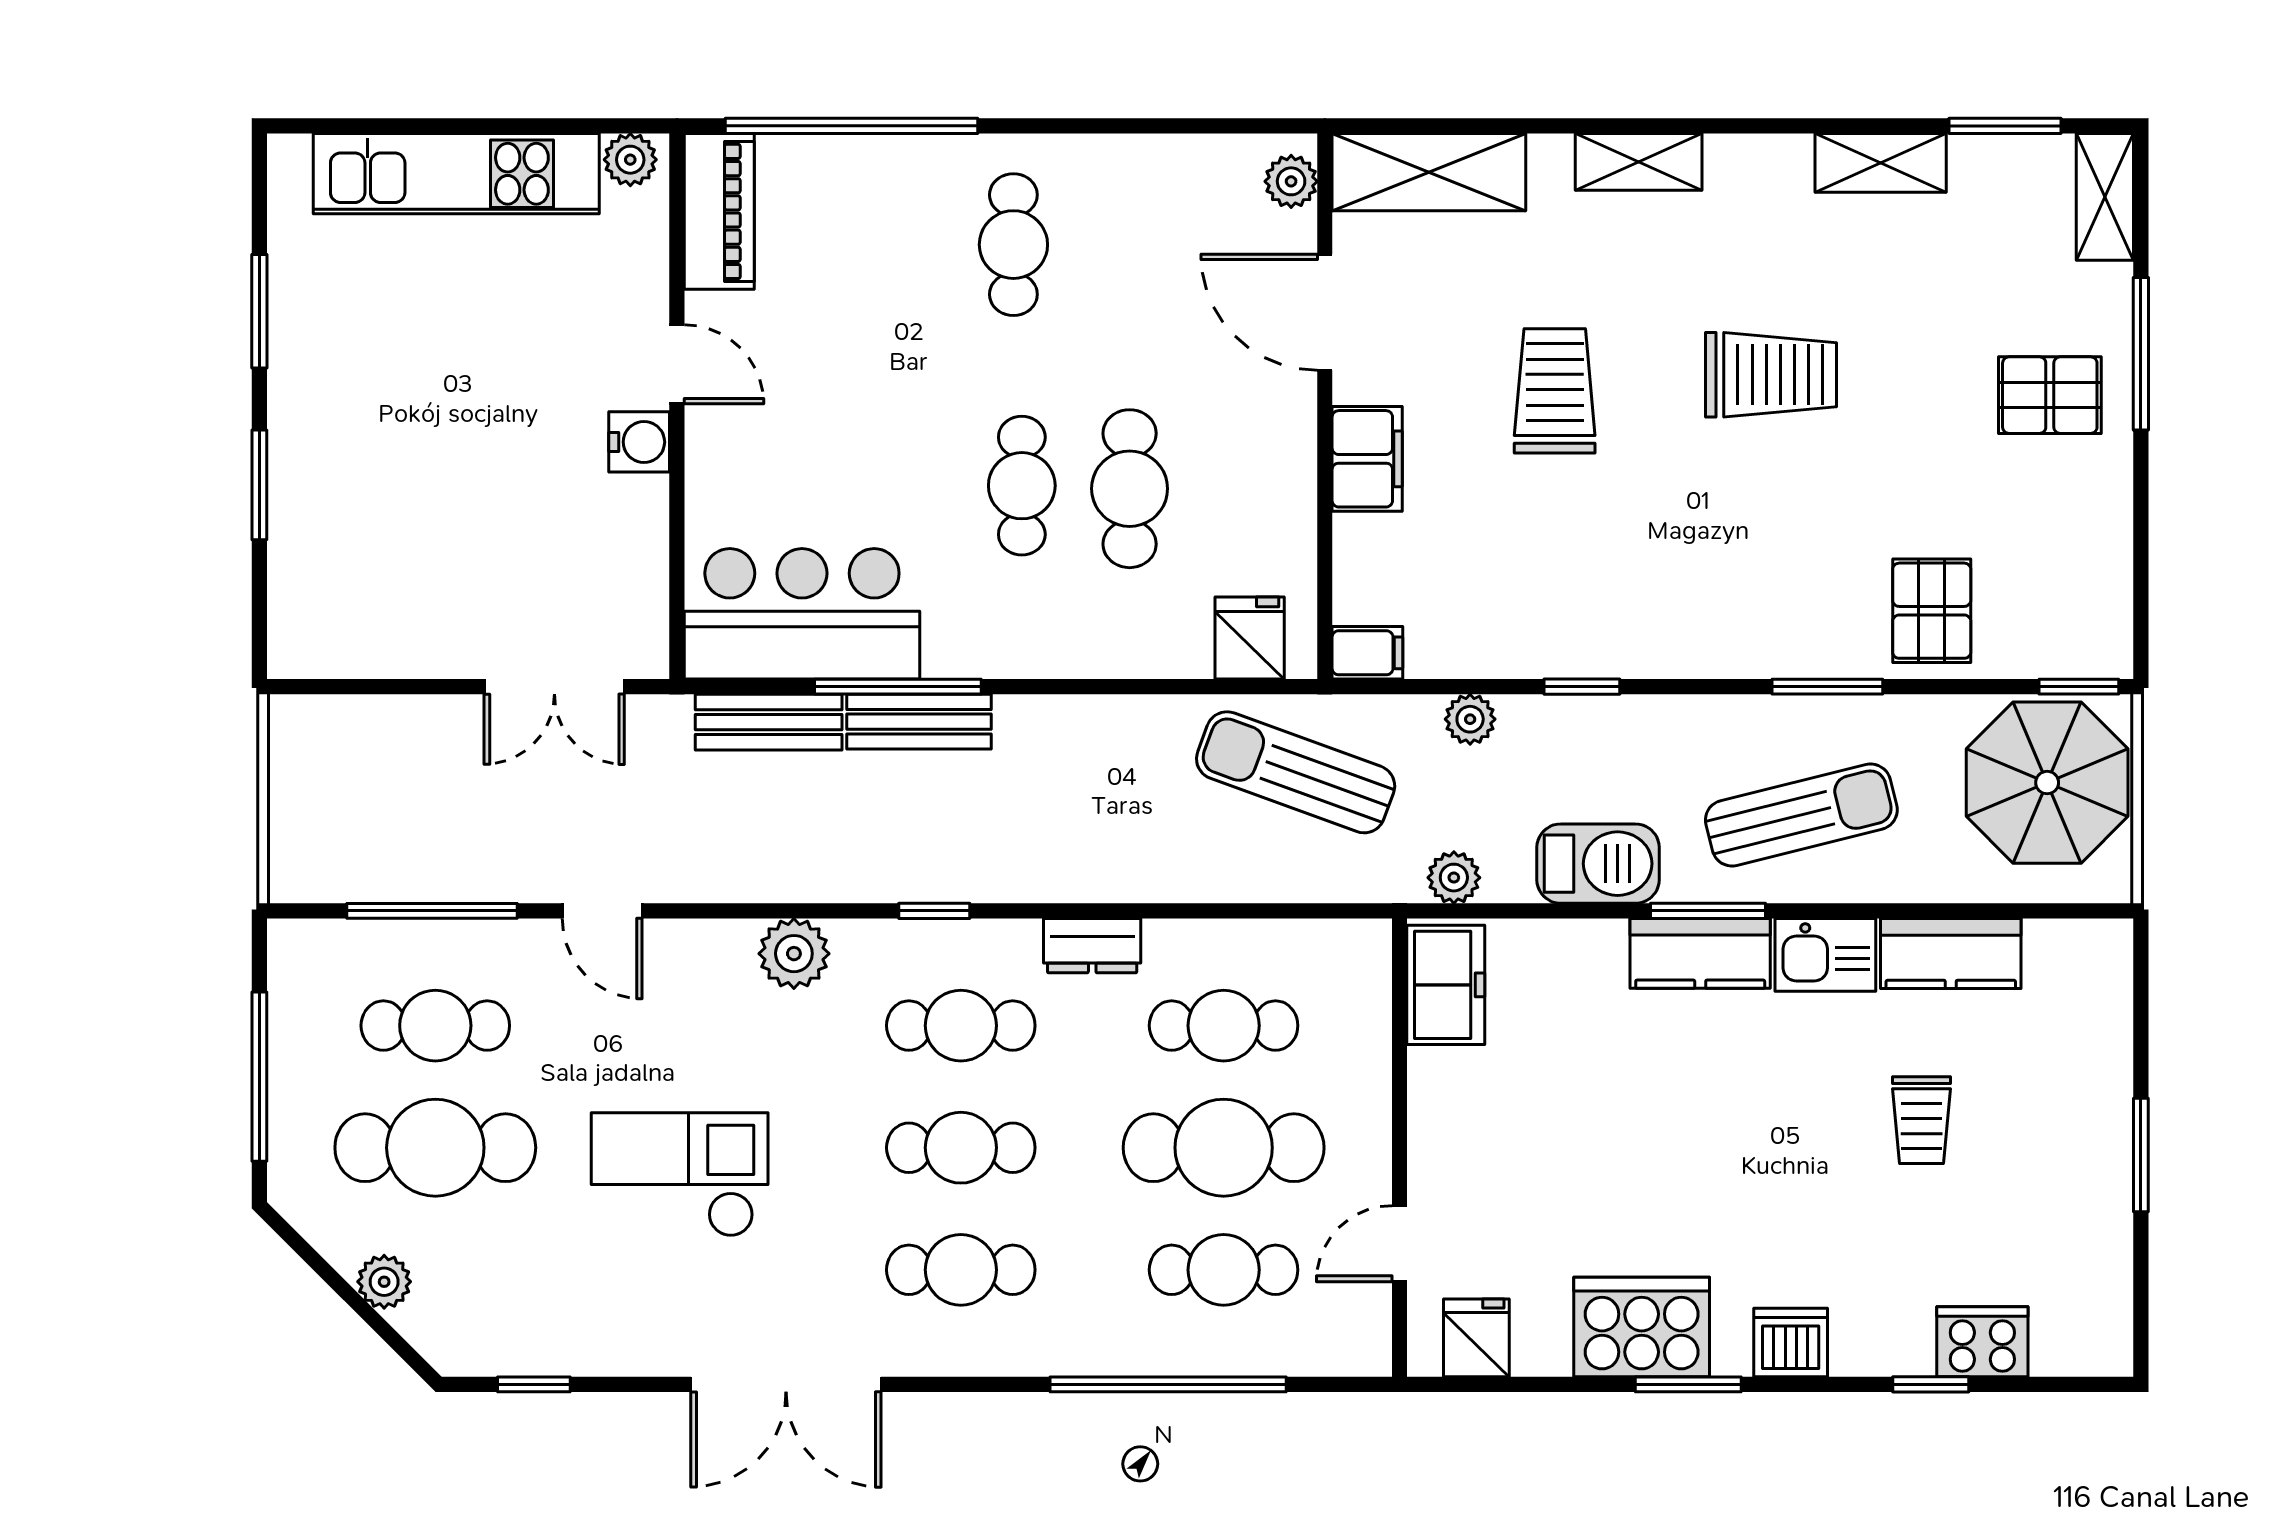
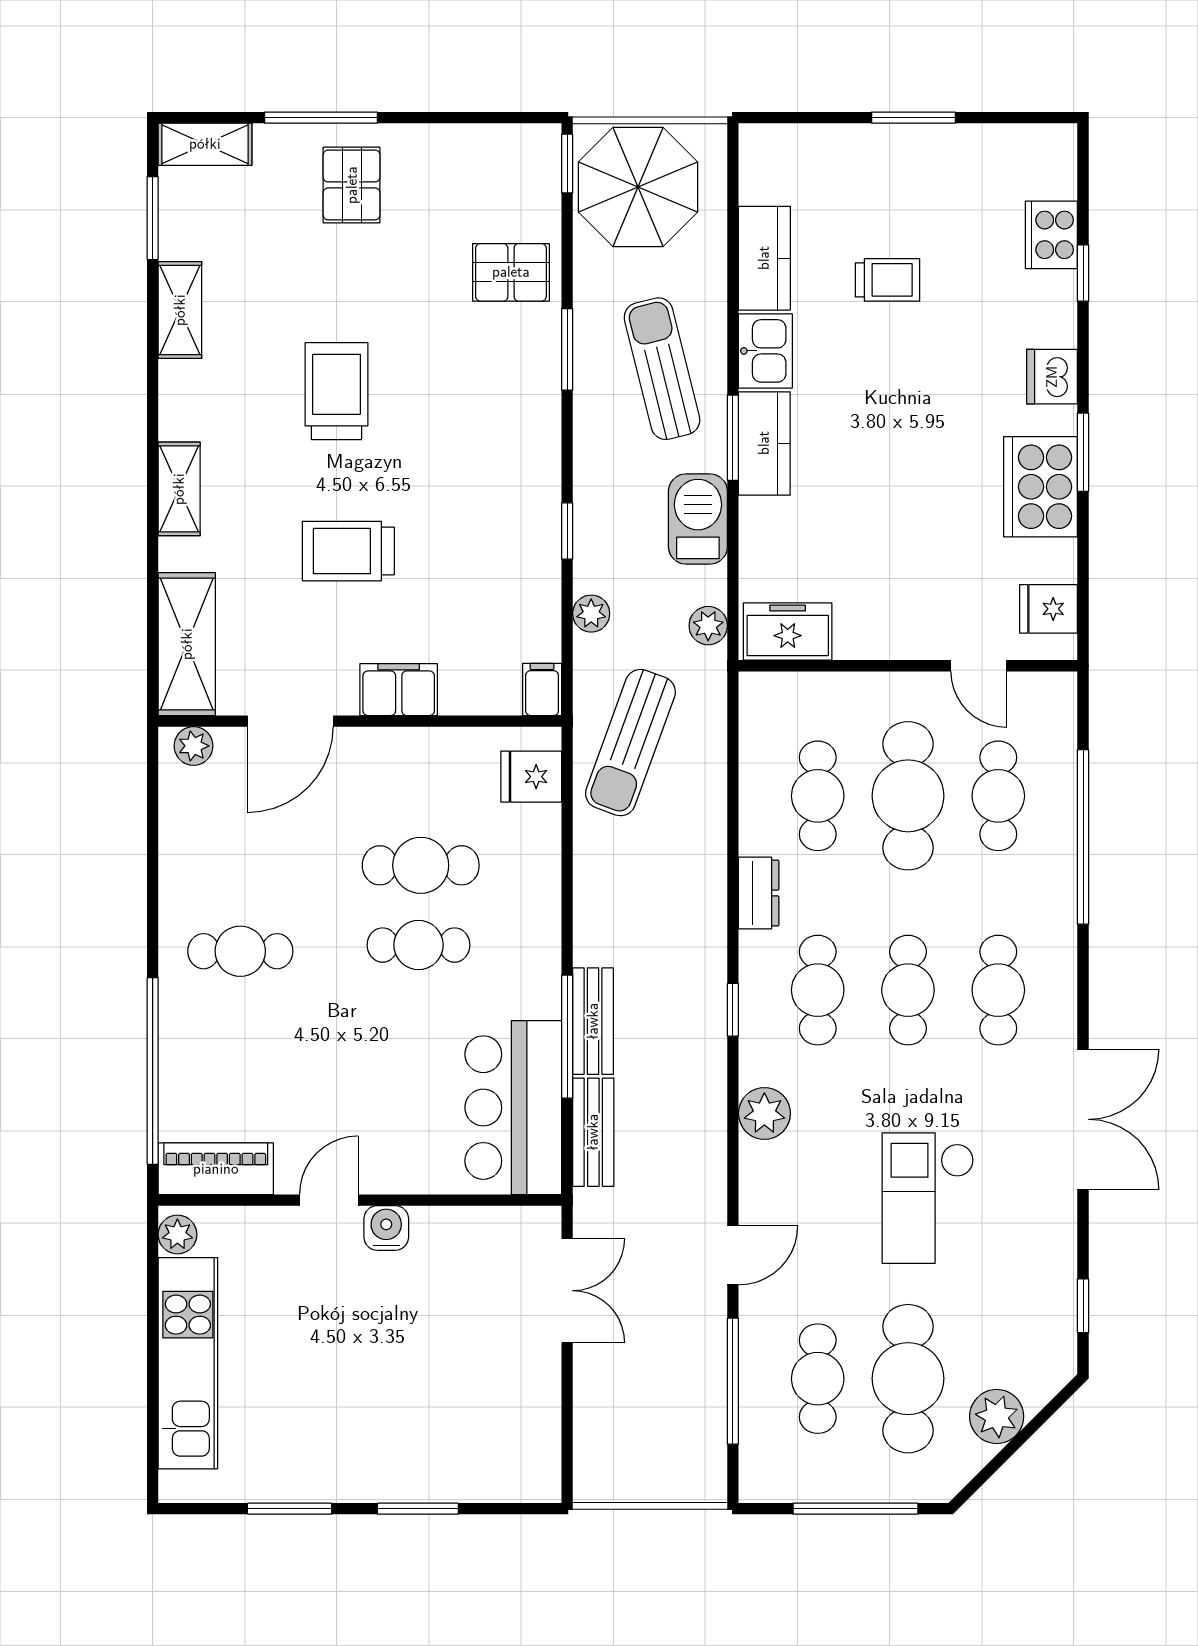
plant: (384, 1282) -> (997, 1416), width x1.38, depth x1.38

